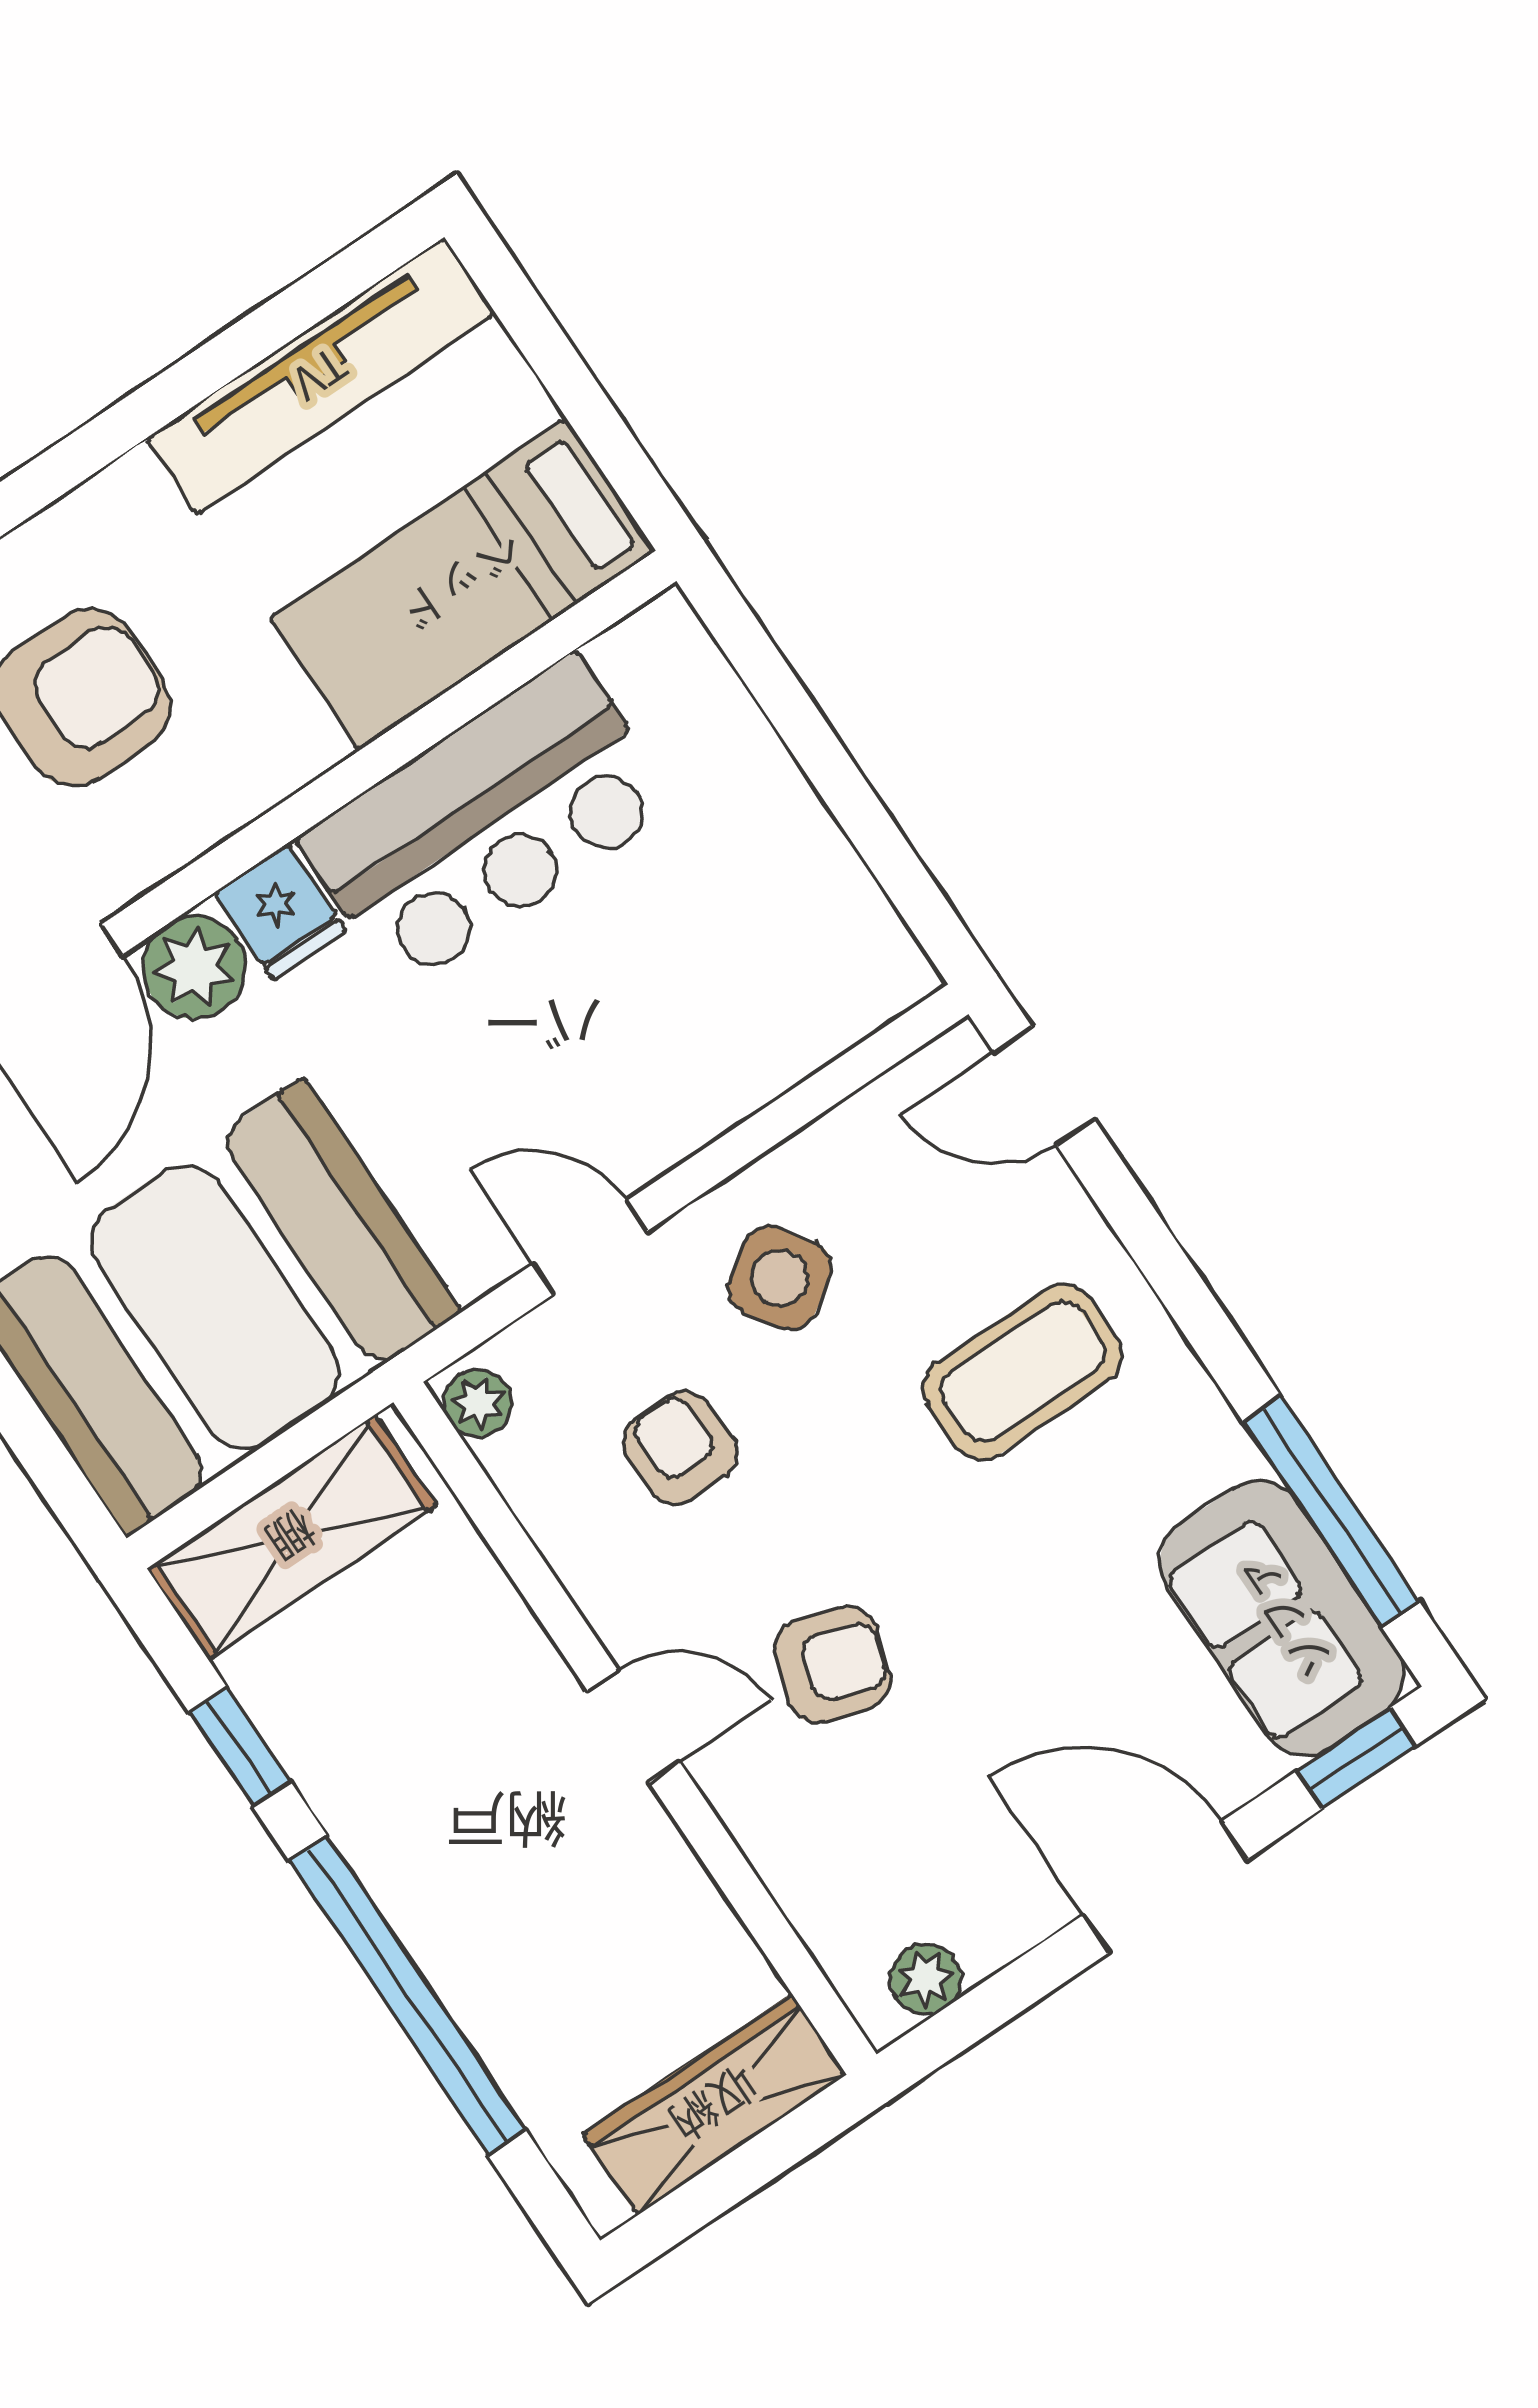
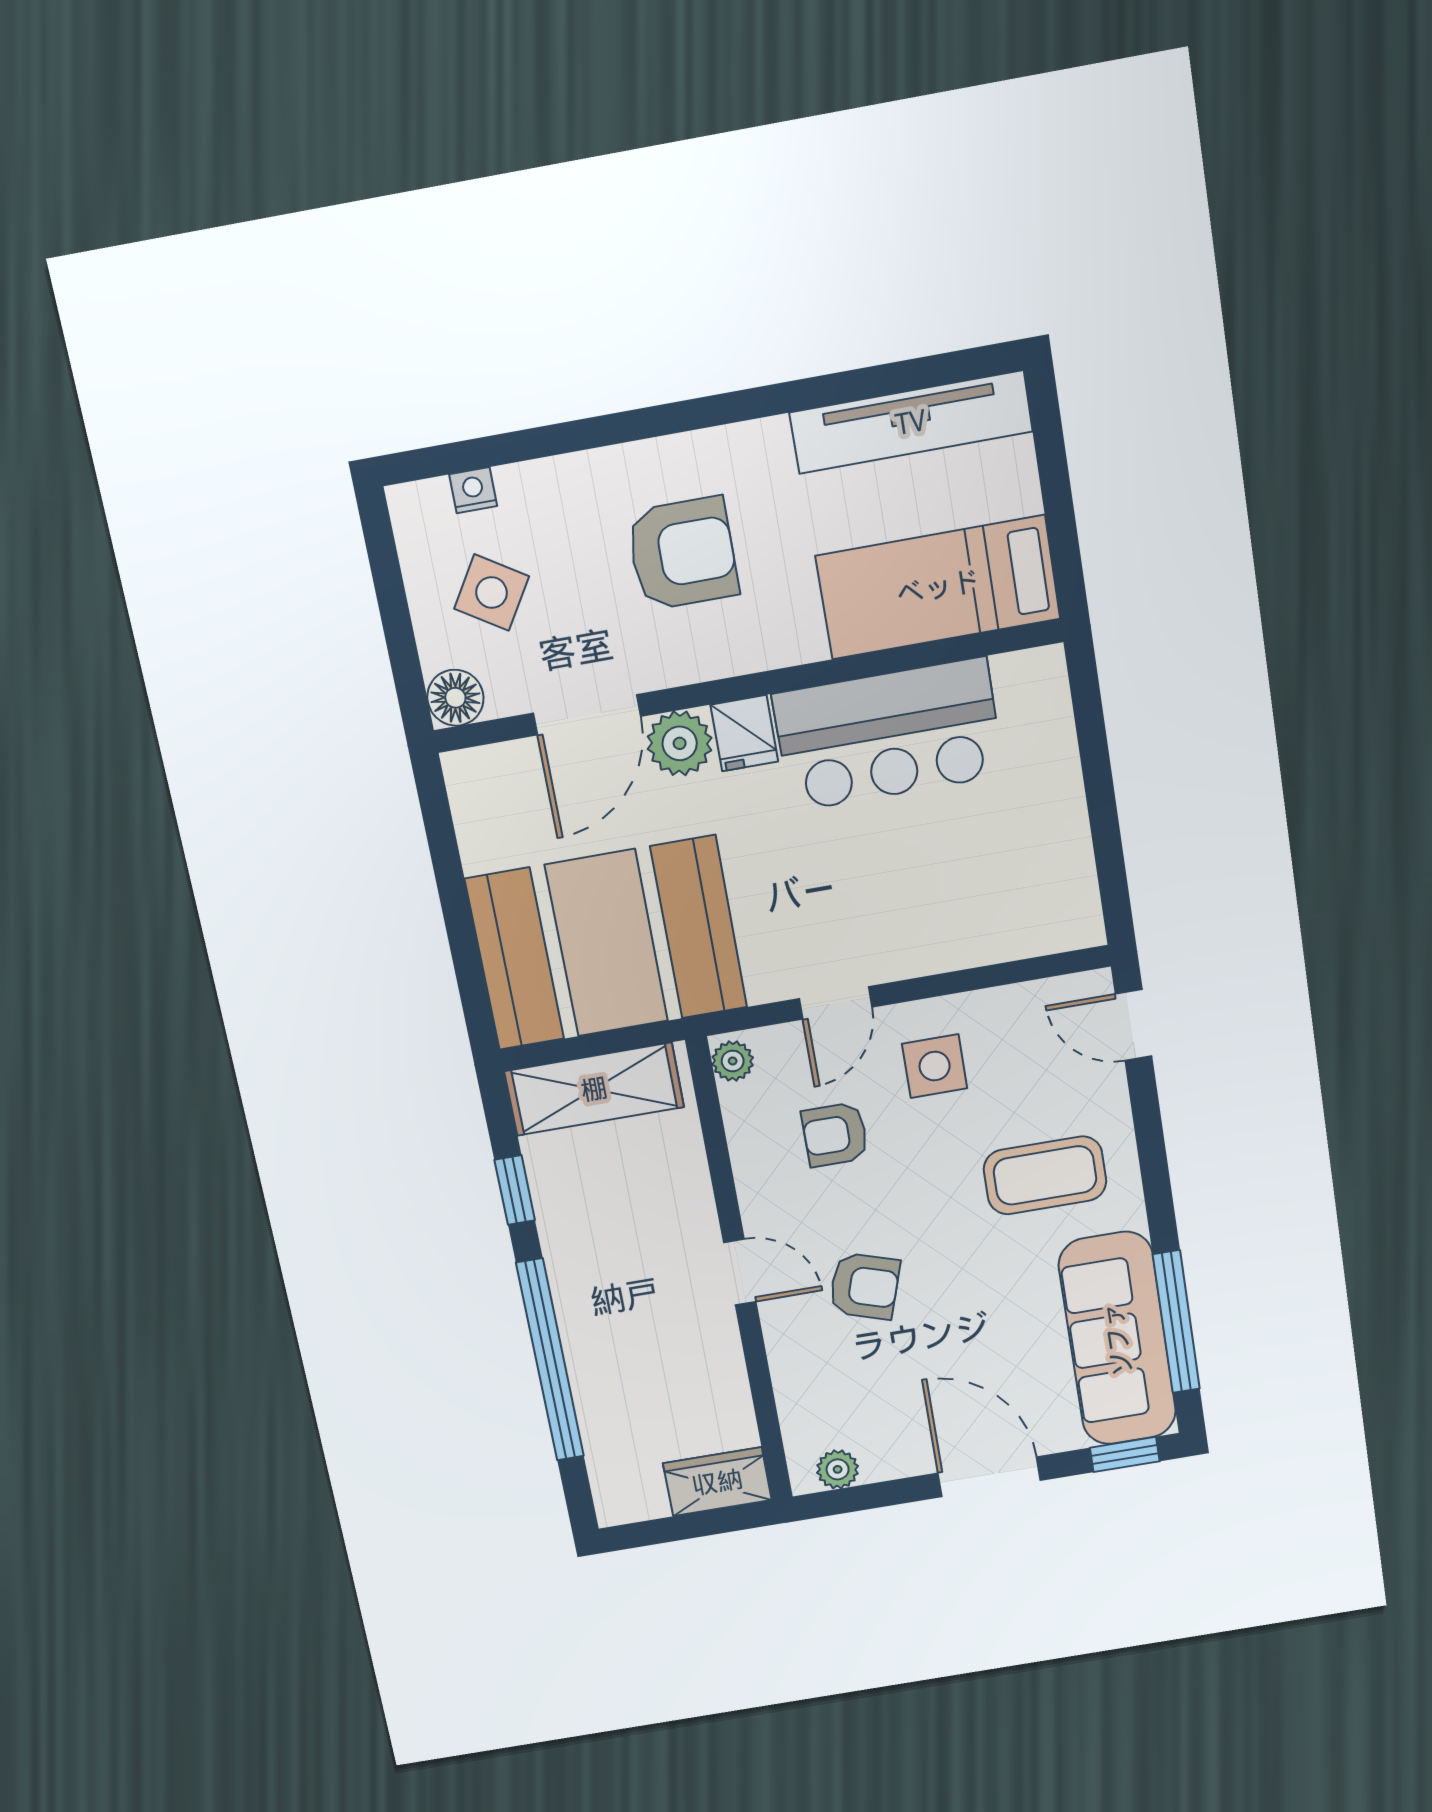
door: (590, 1248) -> (836, 1003), swing flipped
side table: (780, 1278) -> (935, 1066), turned 33
armchair: (680, 1448) -> (835, 1134), turned -90
sofa: (1282, 1618) -> (1117, 1339), width x1.36
wardrobe: (715, 2105) -> (717, 1482), width x0.67

